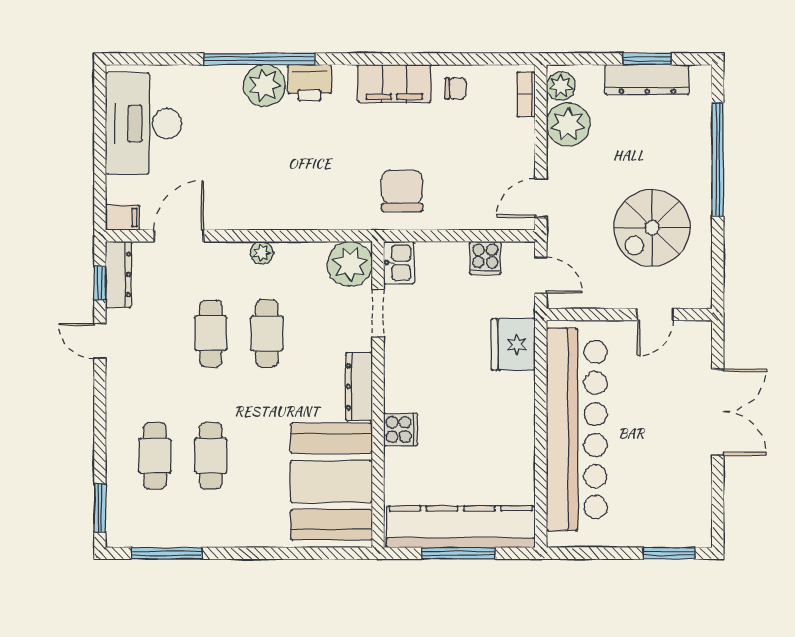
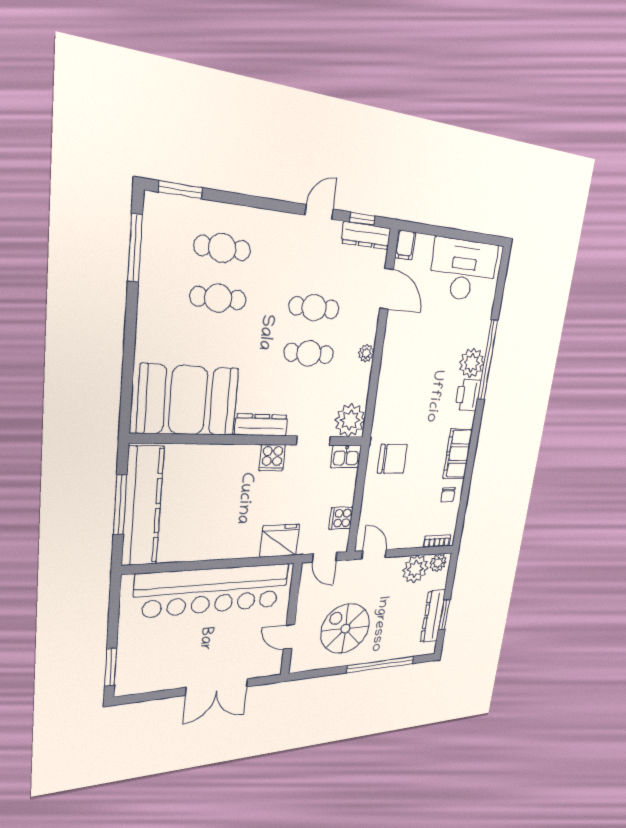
door: (541, 275) -> (325, 557), hinge flipped
cooker: (401, 429) -> (272, 458), moved

